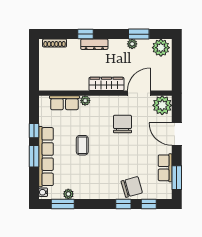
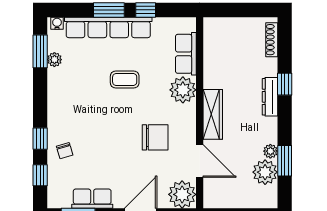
plant: (161, 48) -> (265, 172), moved
plant: (85, 101) -> (183, 90), width x1.87, depth x1.87
chair: (132, 187) -> (65, 151), width x0.54, depth x0.54

